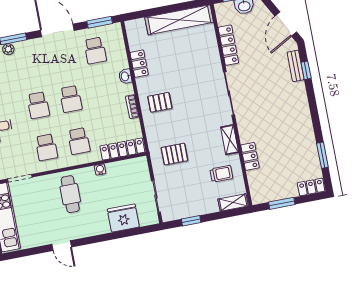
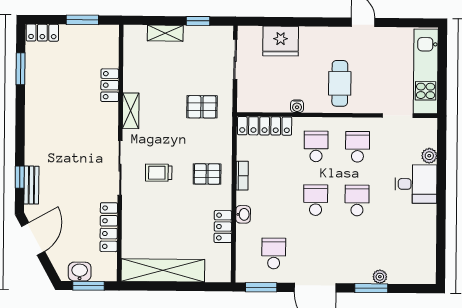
trolley: (221, 174) -> (159, 173), moved
shelving: (233, 202) -> (165, 33), moved

